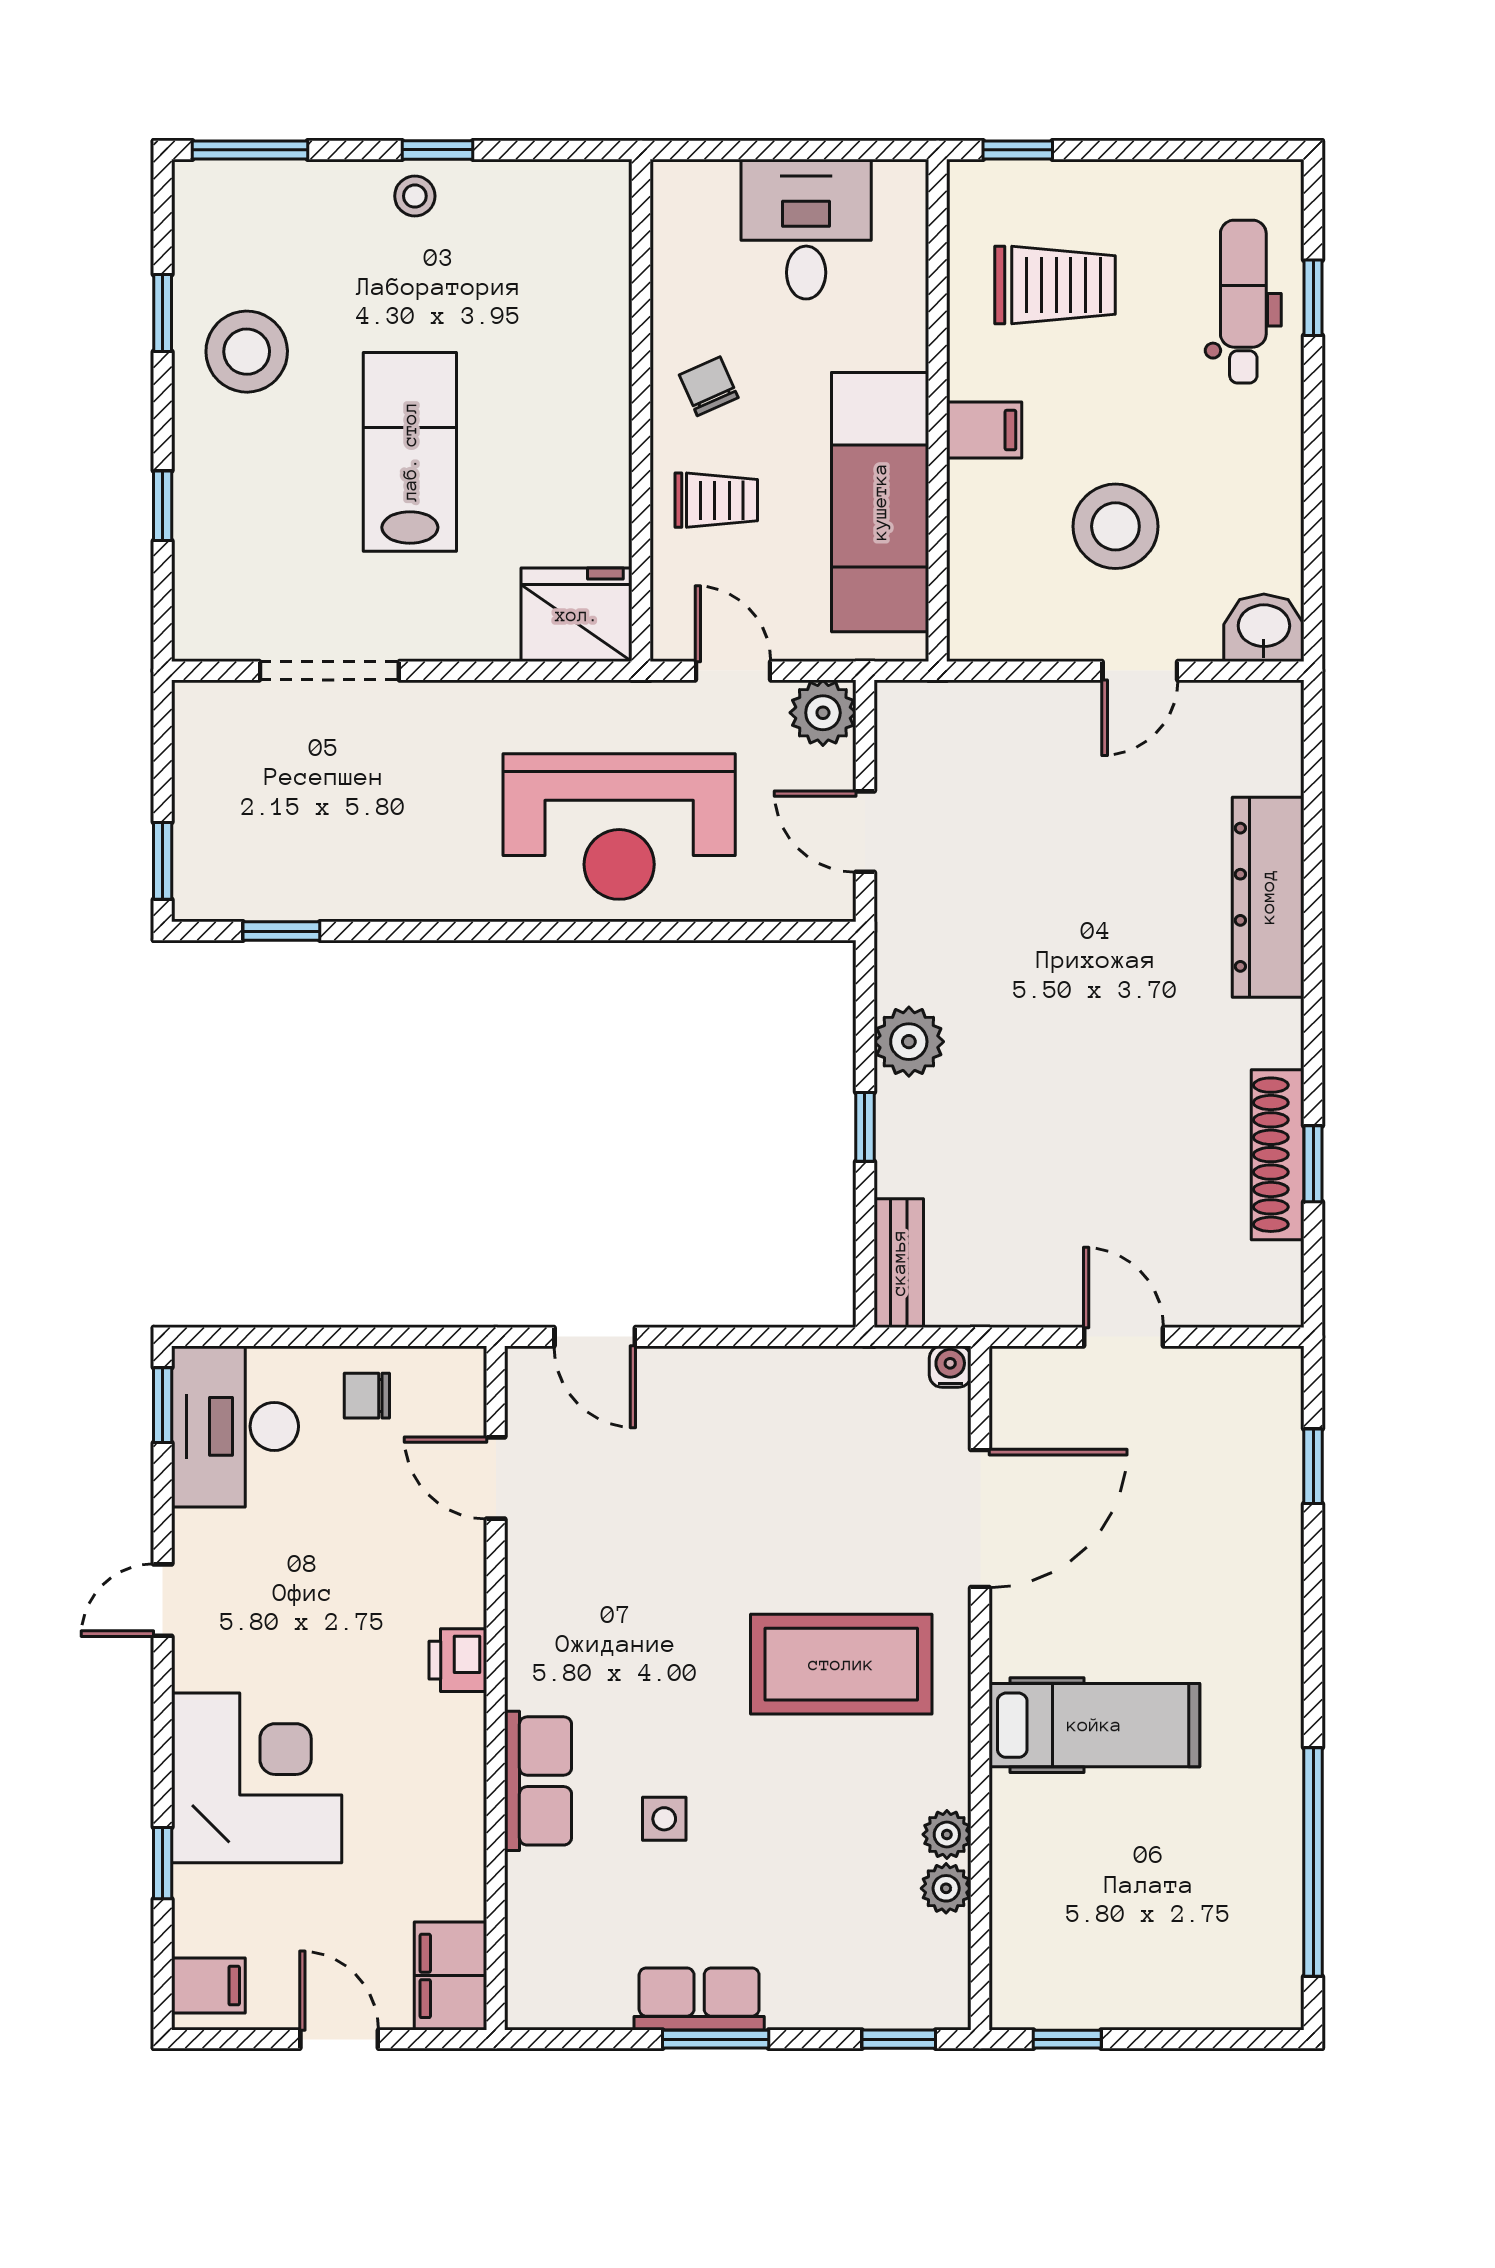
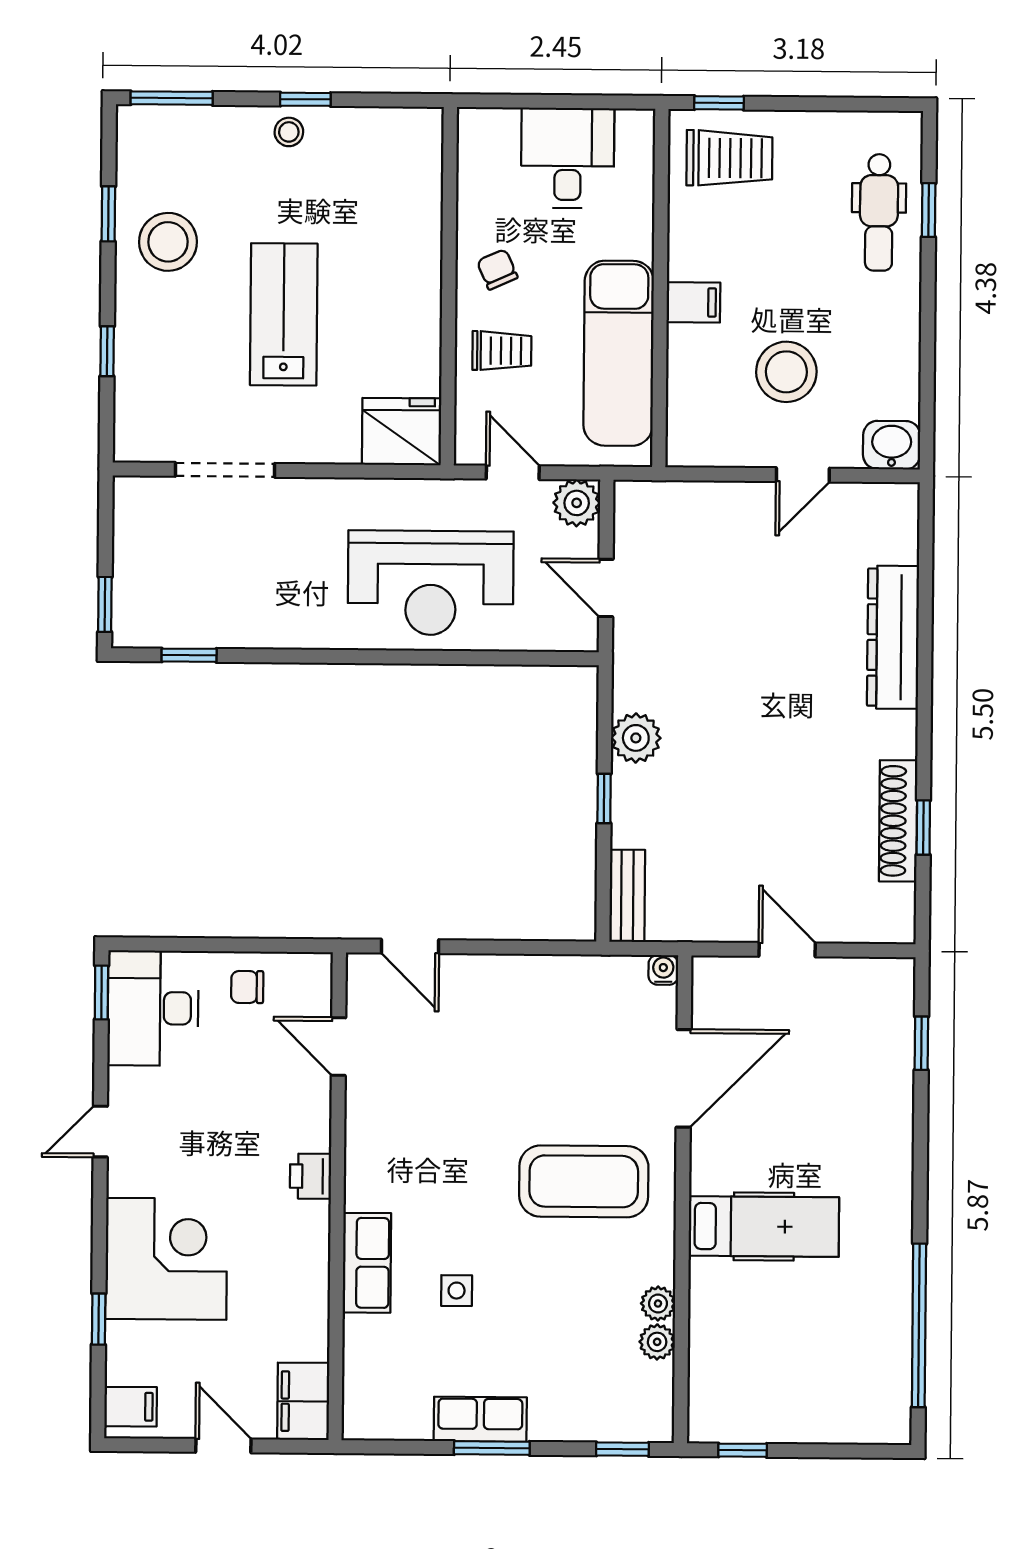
trolley: (1055, 285) -> (729, 158), moved
dental chair: (1243, 302) -> (879, 212), turned 180

